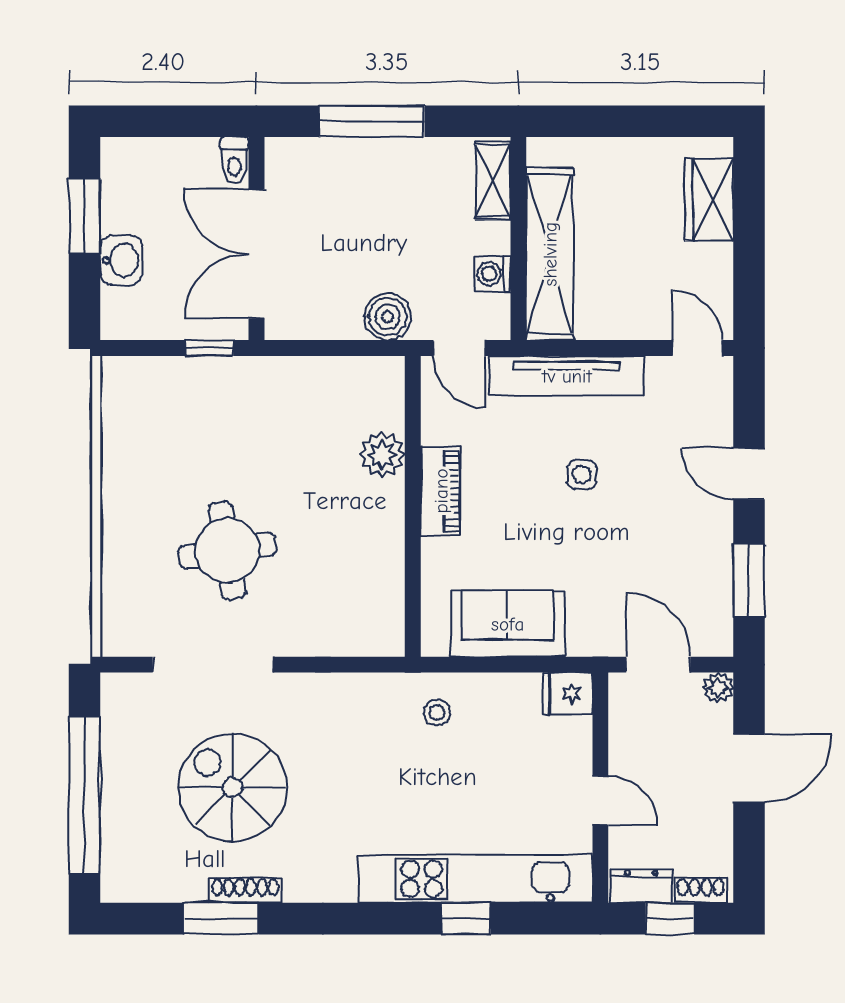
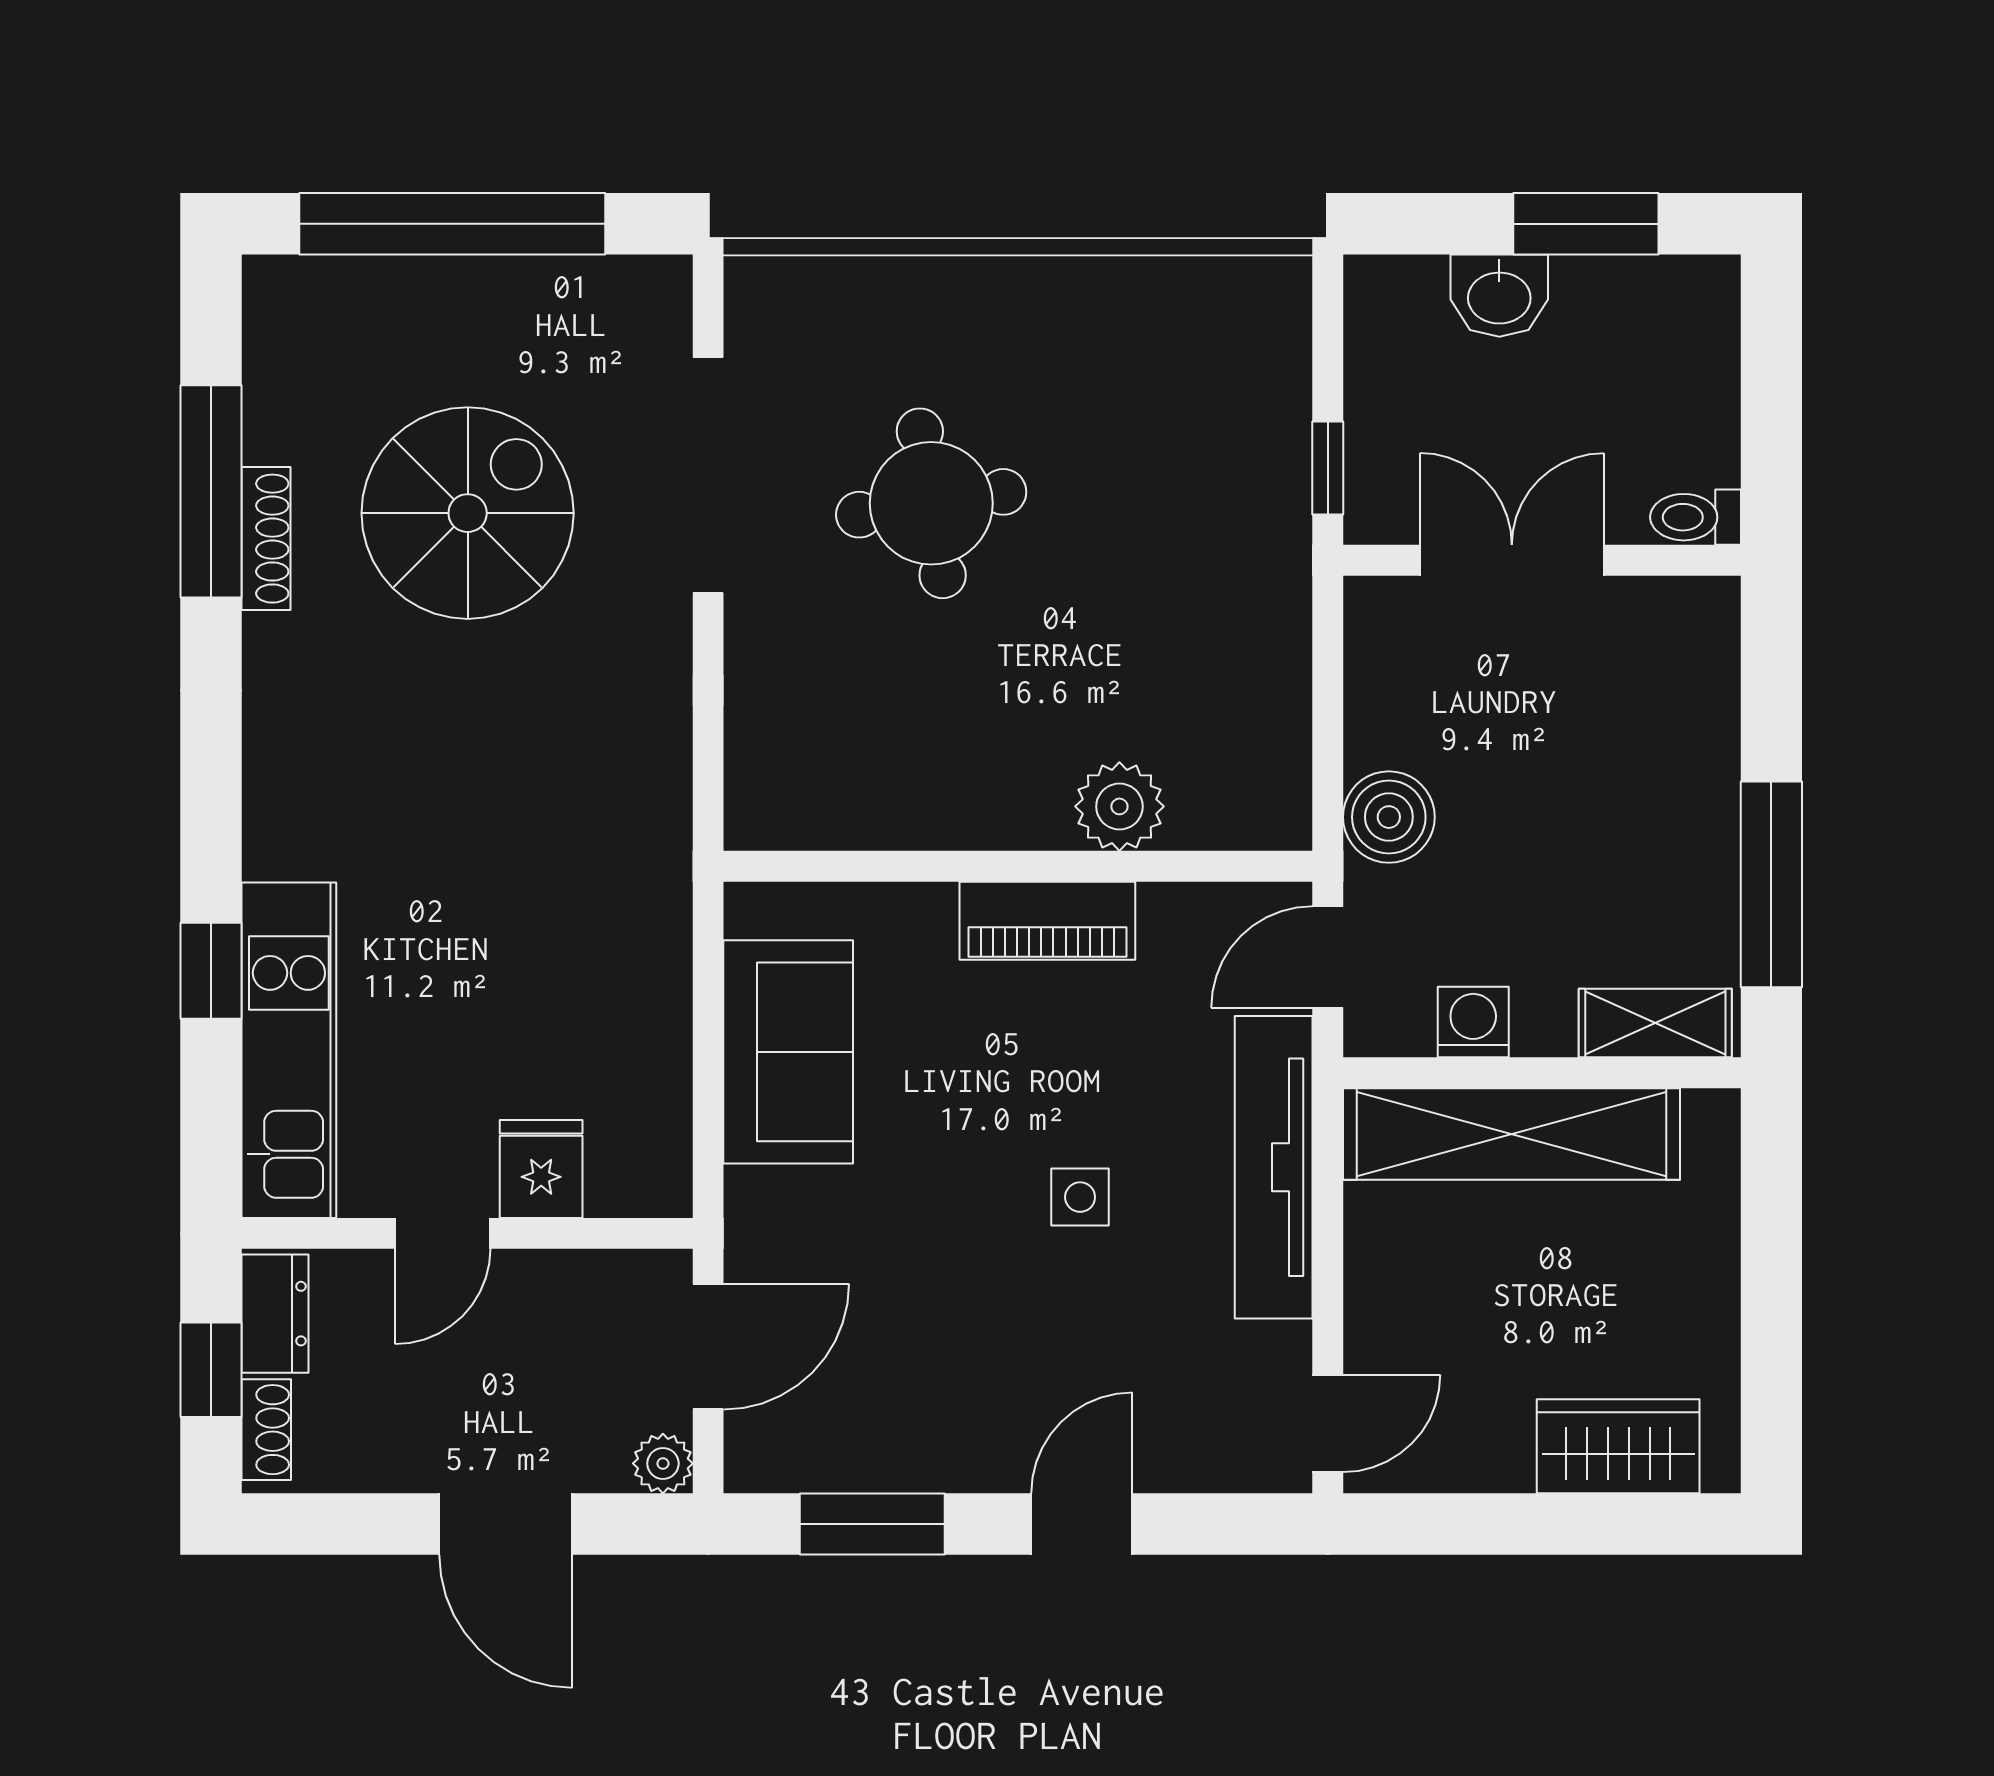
window: (372, 121) -> (1771, 884), moved
double door: (256, 254) -> (1512, 560), width x0.73
fridge: (567, 693) -> (541, 1169), moved
stool: (437, 713) -> (614, 914), removed
kitchen unit: (476, 879) -> (289, 1050), width x0.73
window: (221, 919) -> (211, 491), width x1.44

